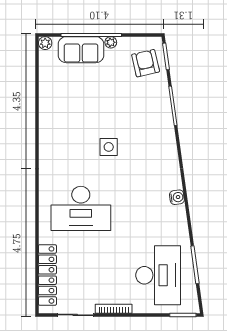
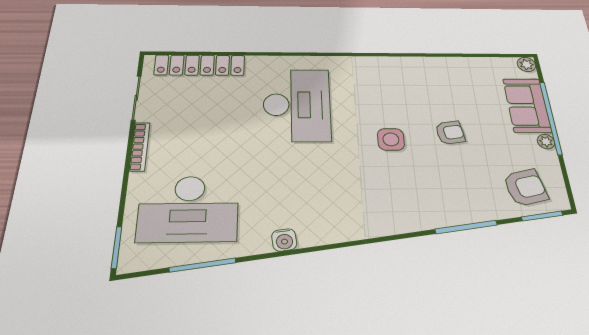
armchair: (103, 107) -> (450, 133), added
water cooler: (177, 197) -> (284, 240), moved
desk: (81, 208) -> (297, 105), turned 180

